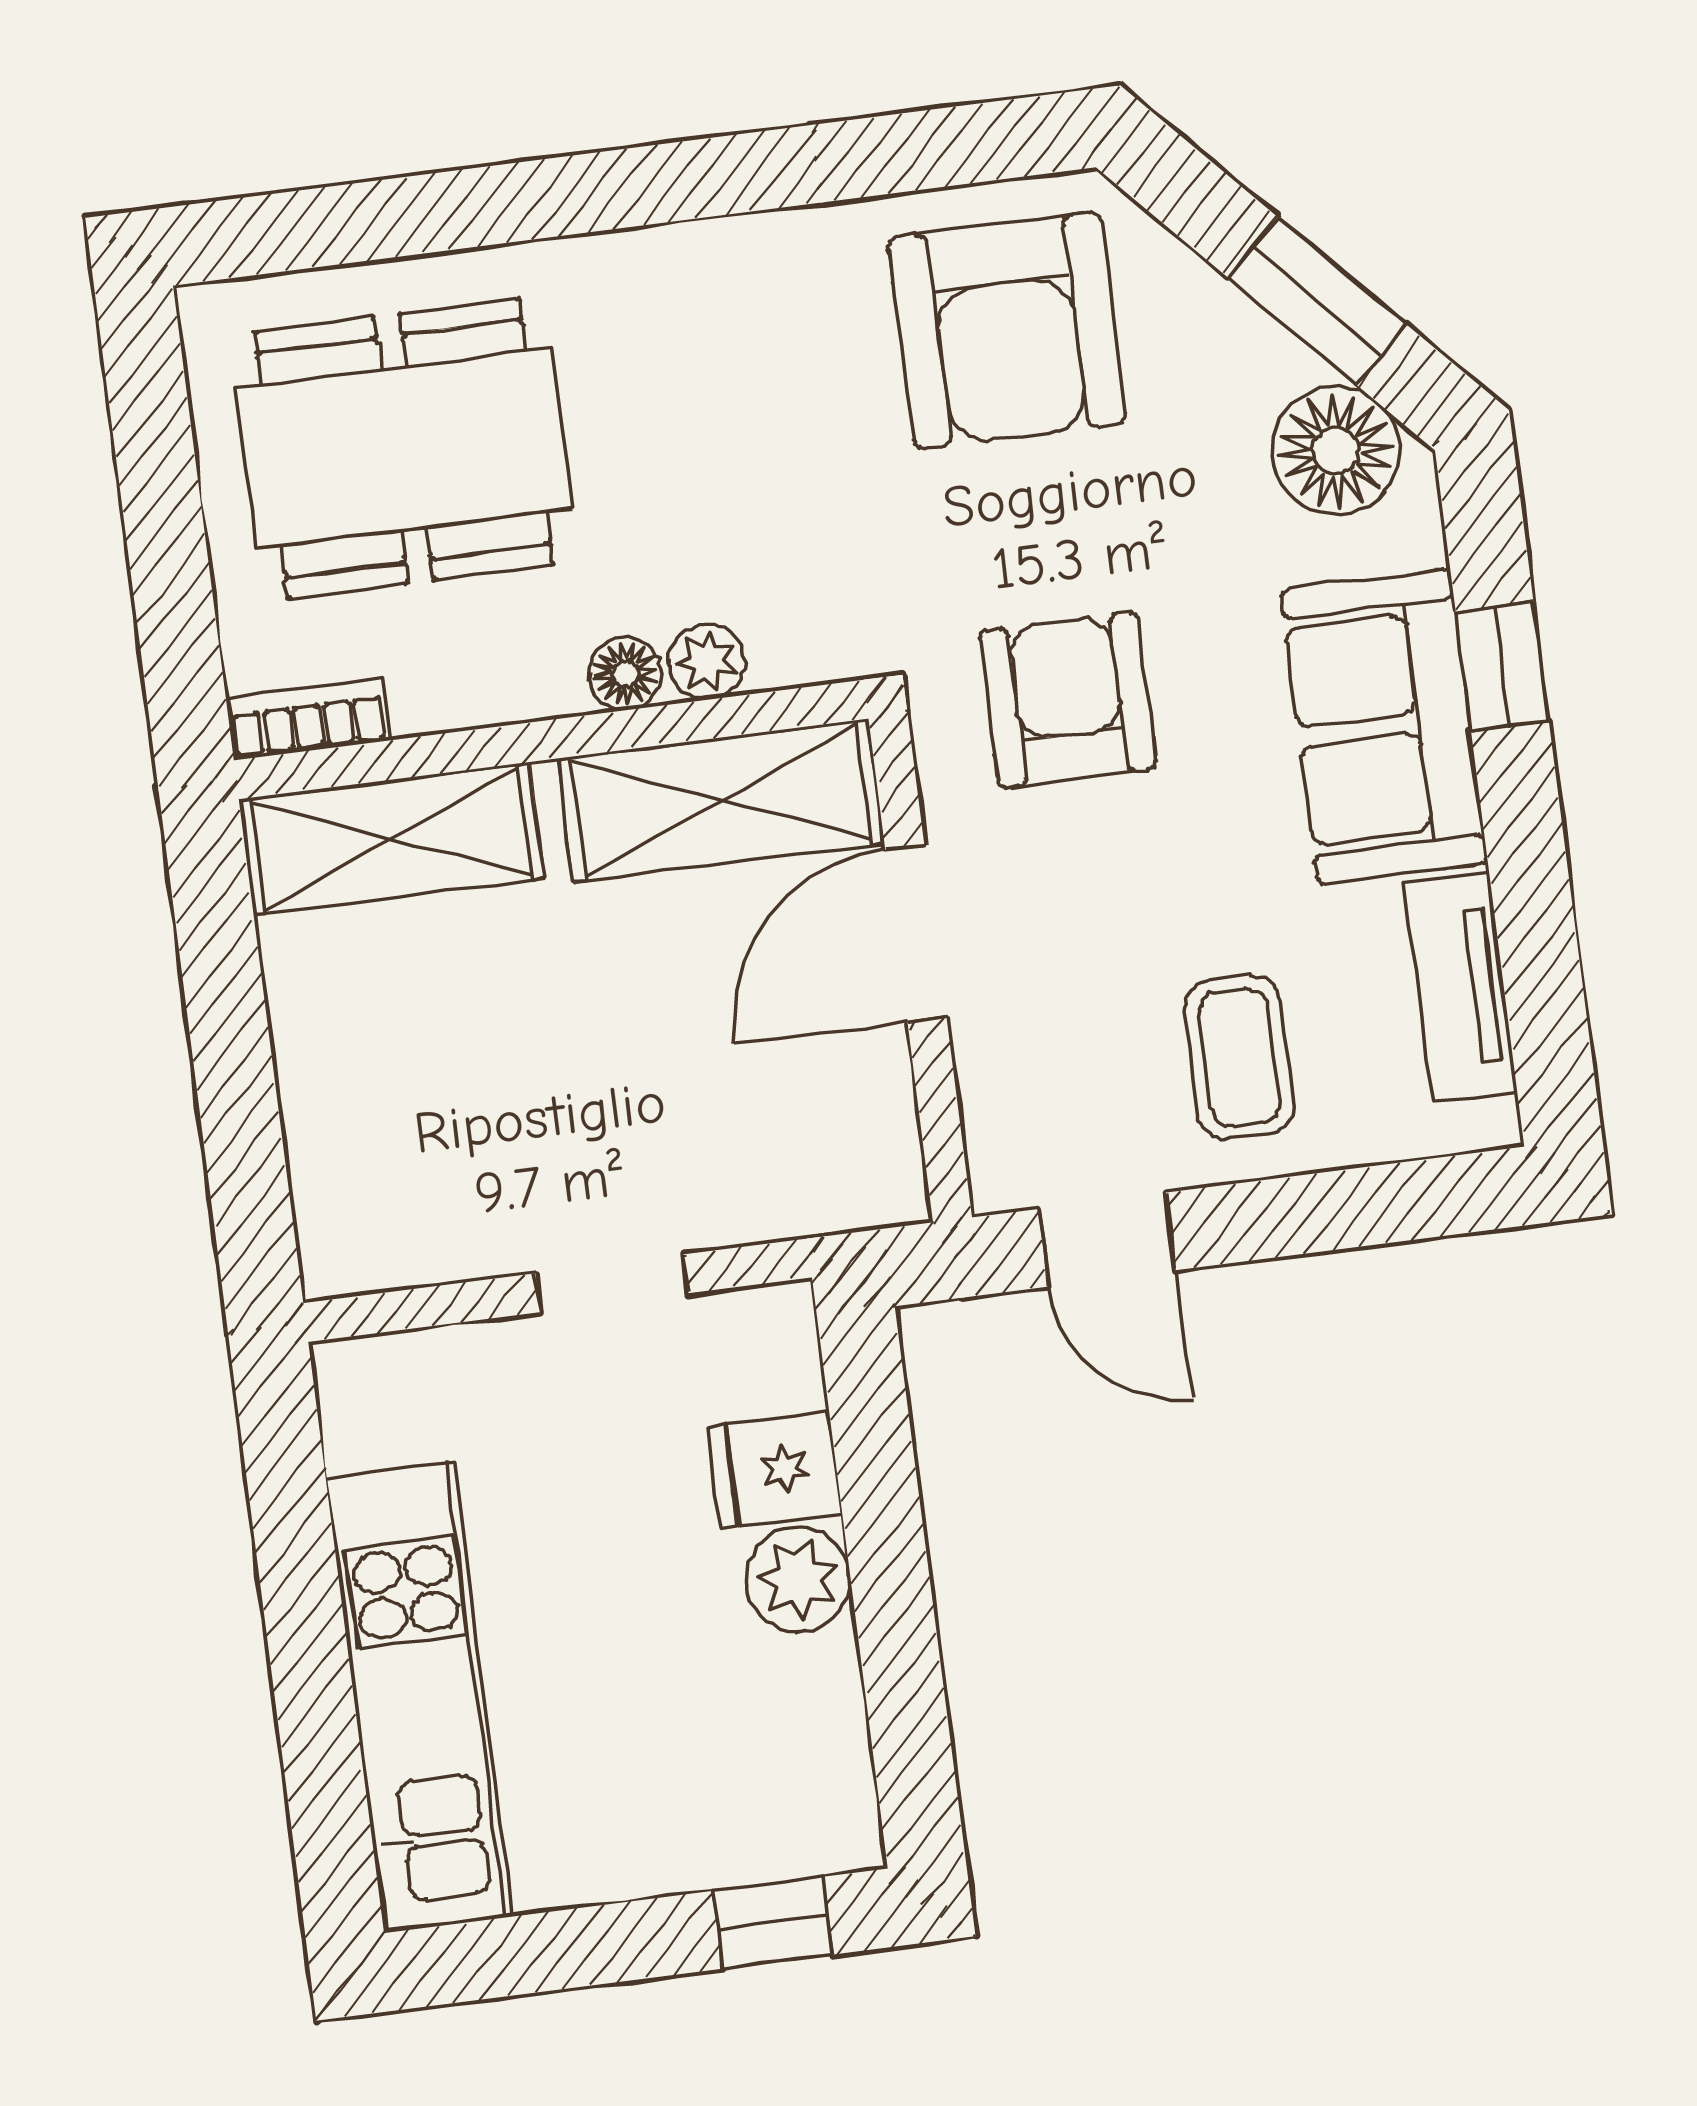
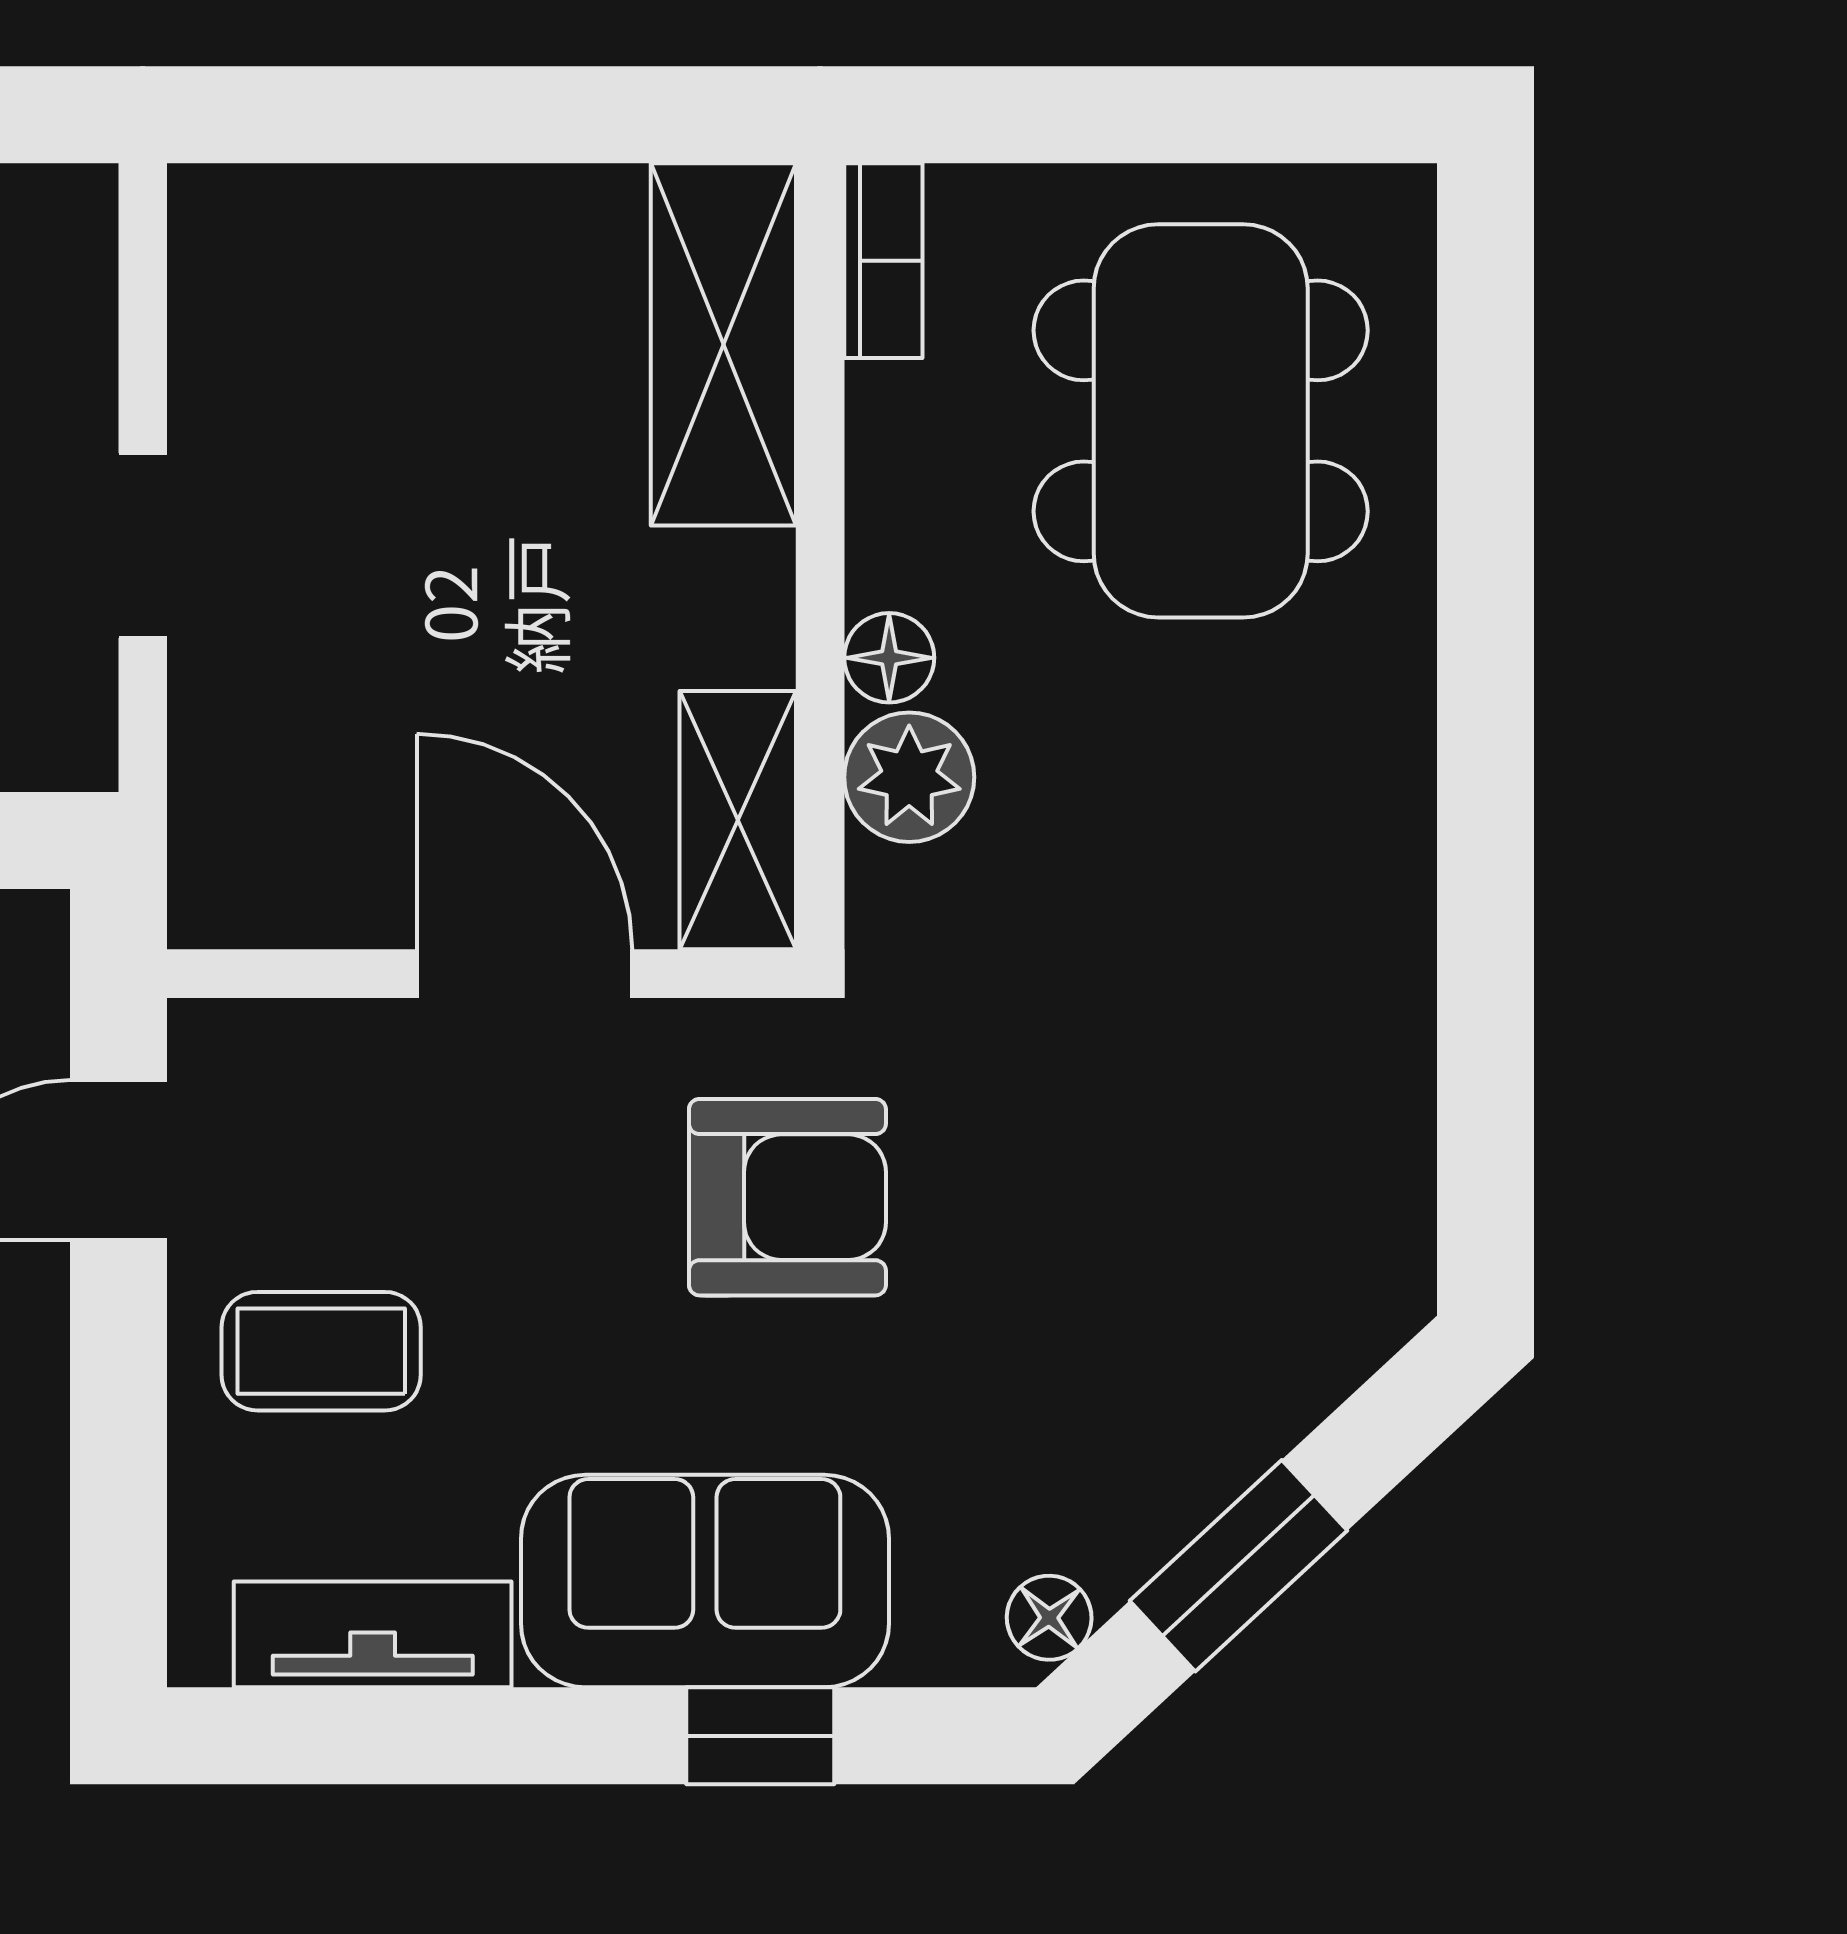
armchair: (1007, 331) -> (1250, 1181), removed
floor lamp: (1336, 451) -> (1049, 1618), width x0.53, depth x0.53
plant: (707, 661) -> (909, 777), width x1.38, depth x1.38
shelving: (721, 801) -> (738, 820), width x0.67, depth x0.75

